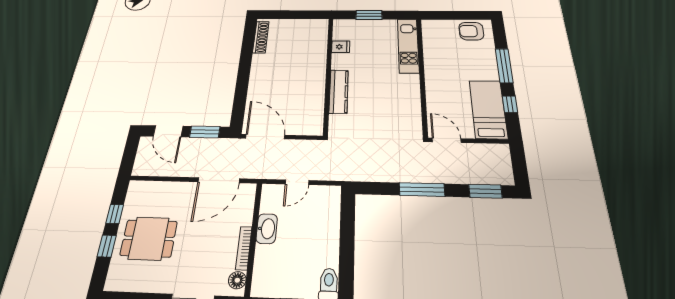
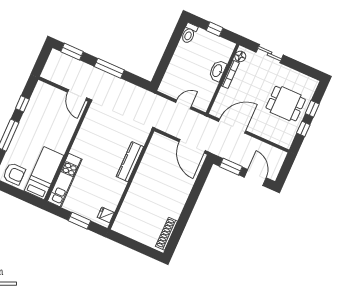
fridge: (341, 47) -> (106, 215), moved
bed: (488, 109) -> (44, 173), moved, turned 180
washbasin: (267, 229) -> (217, 71), moved

